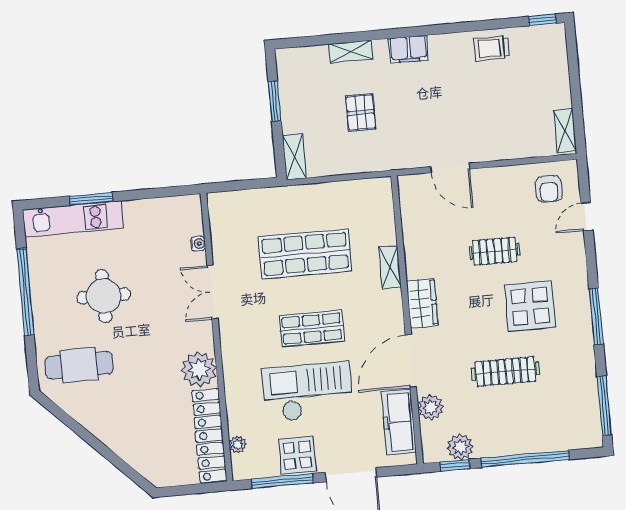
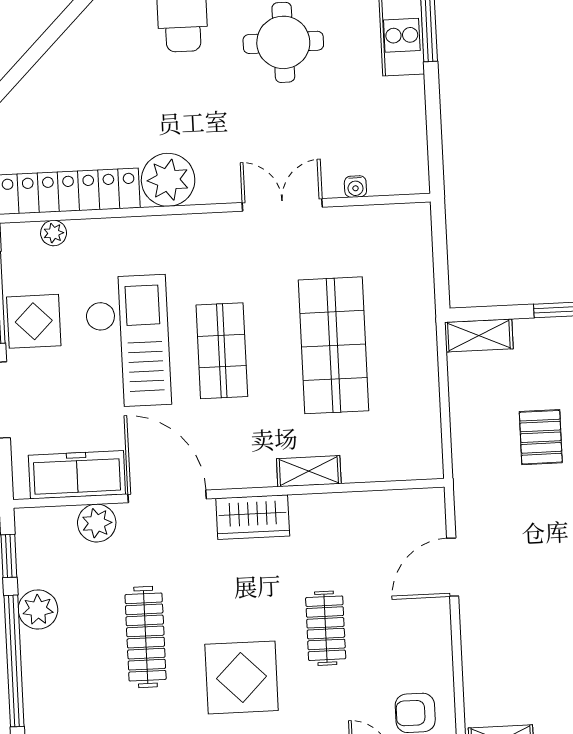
pallet: (361, 113) -> (541, 437), turned 90
plant: (460, 447) -> (38, 610), moved

